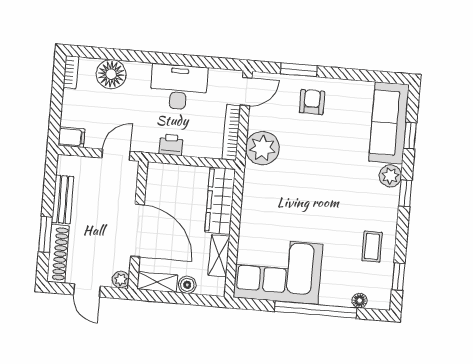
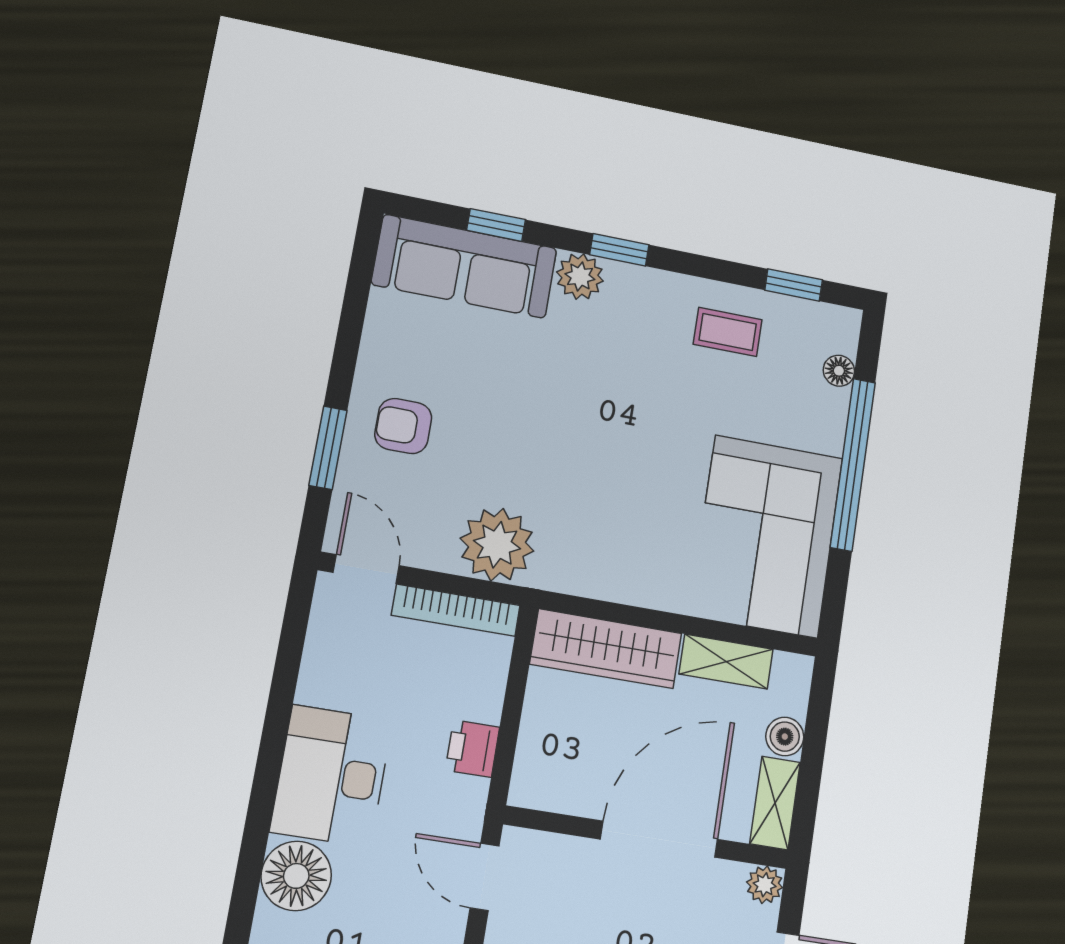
desk: (179, 87) -> (332, 776), moved

